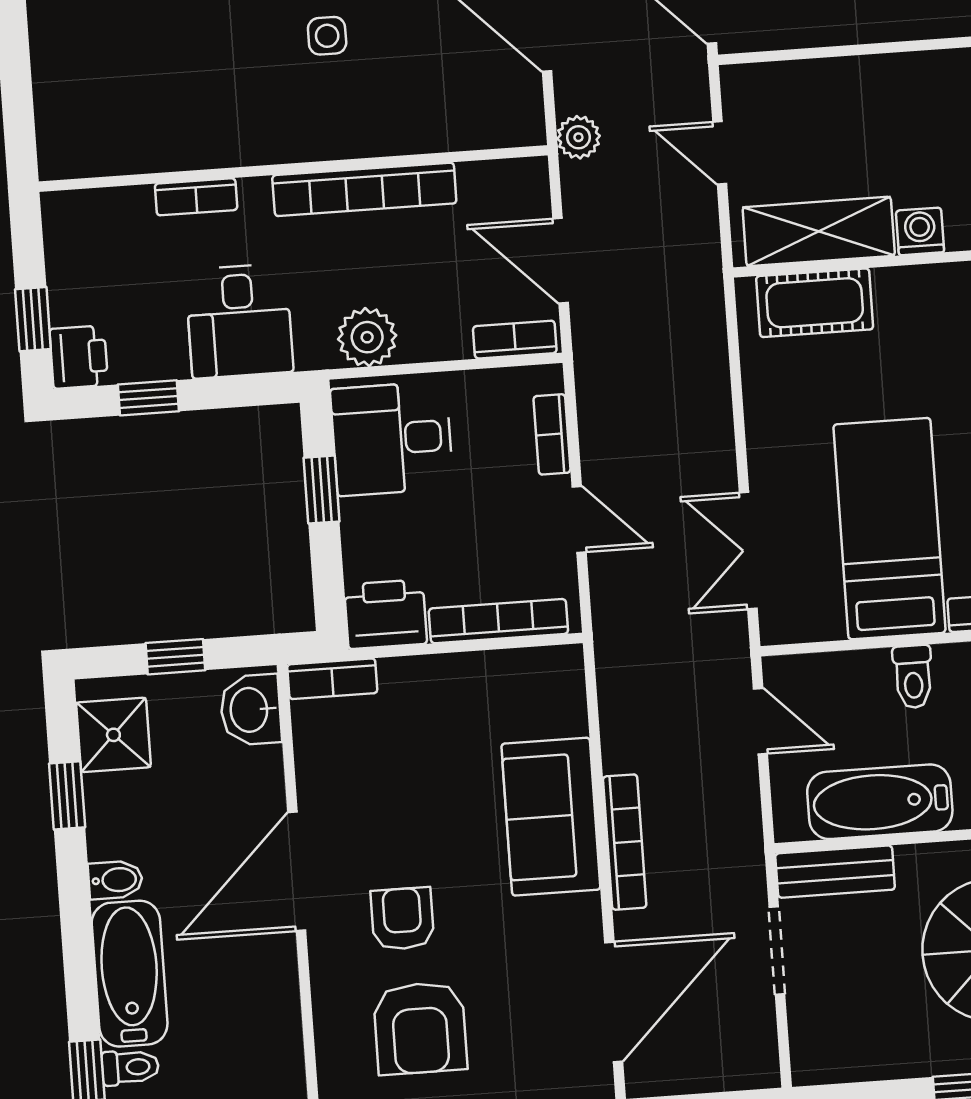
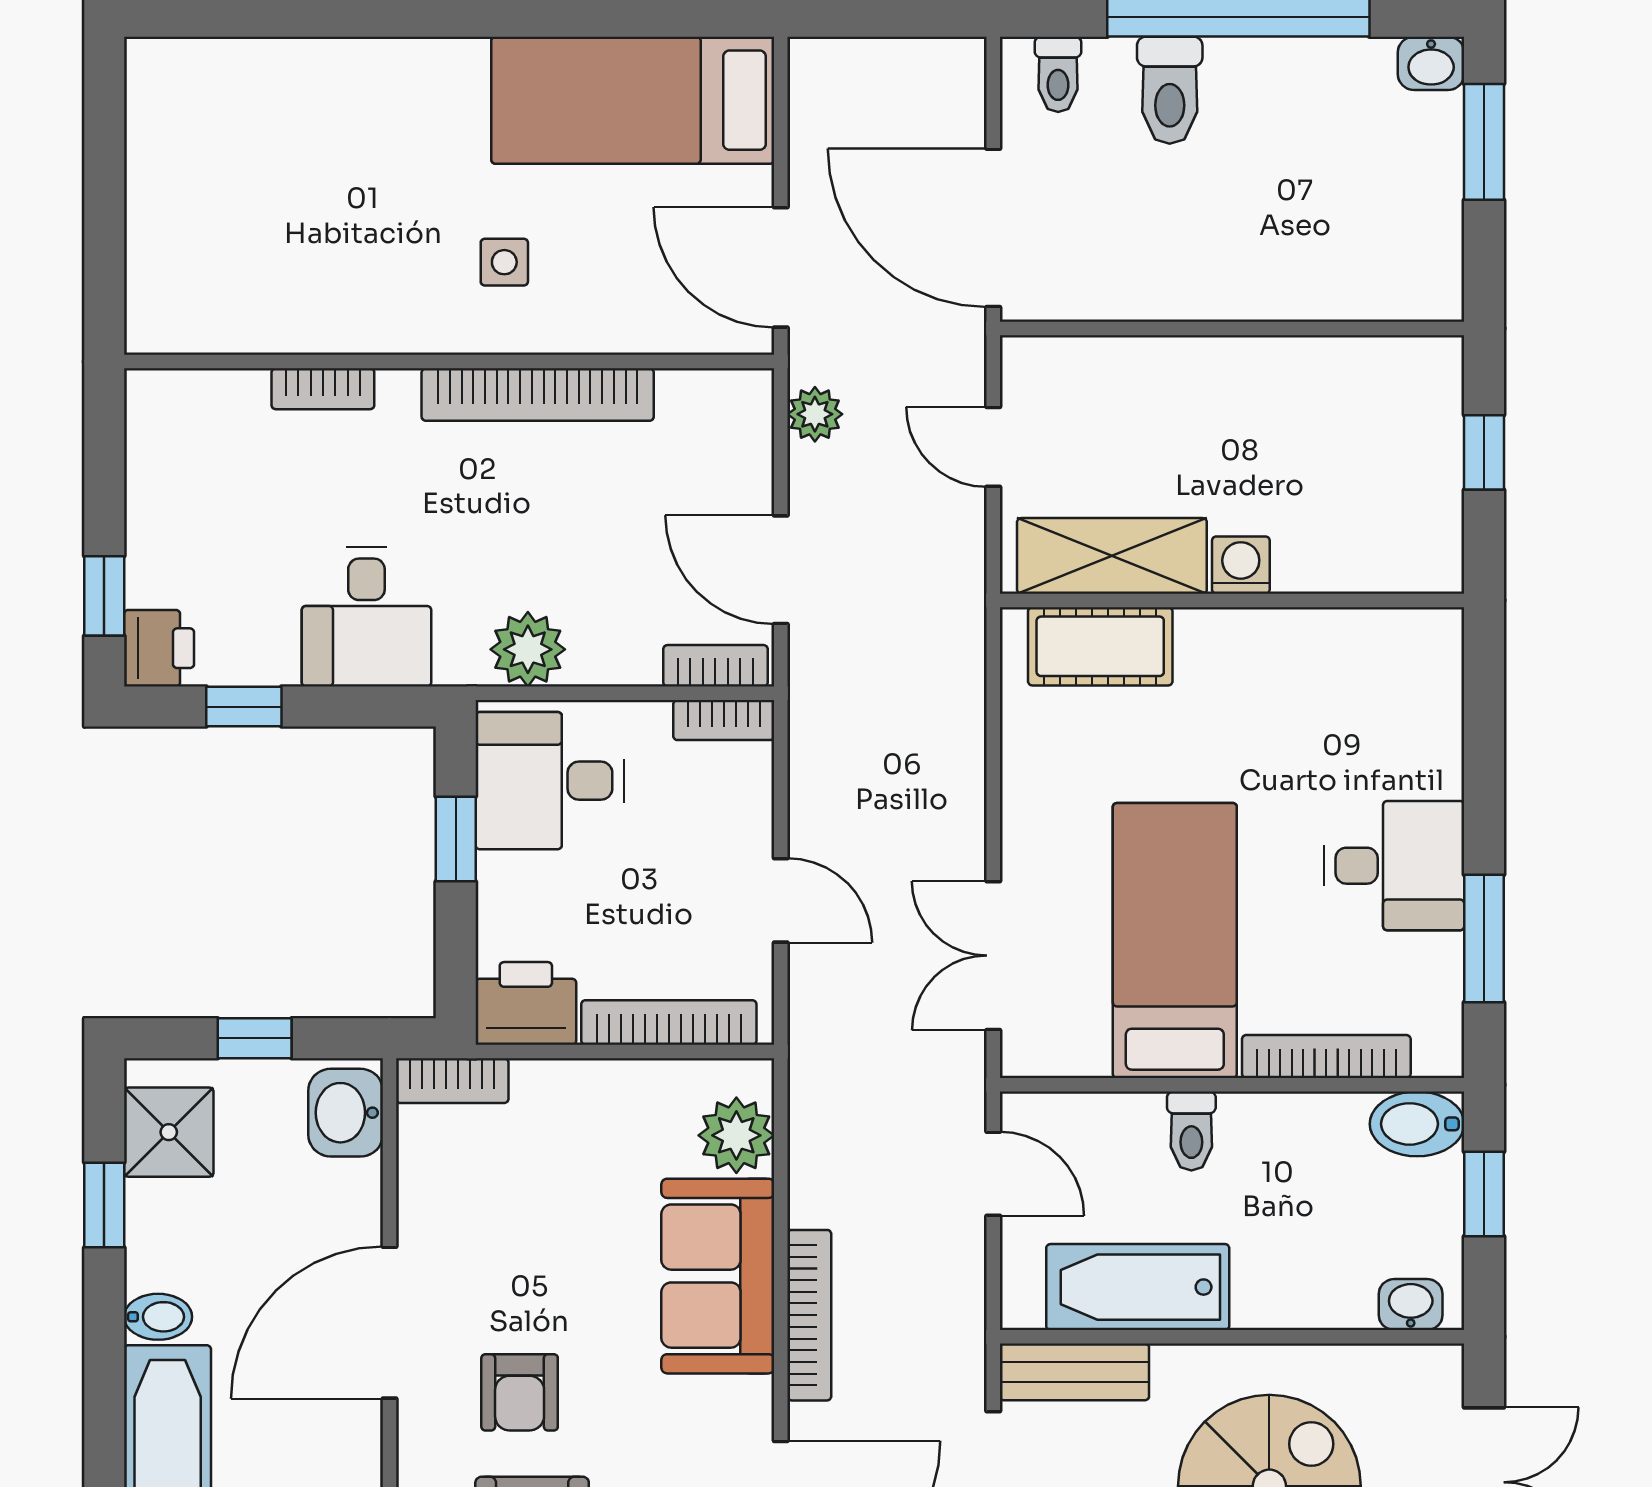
wall: (293, 169) -> (449, 362), moved
bookcase: (364, 189) -> (538, 395), moved
bookcase: (196, 197) -> (323, 389), moved
bookcase: (552, 434) -> (724, 720), moved, turned -90
plant: (557, 706) -> (736, 1135), added
armchair: (402, 919) -> (520, 1392), turned 180

